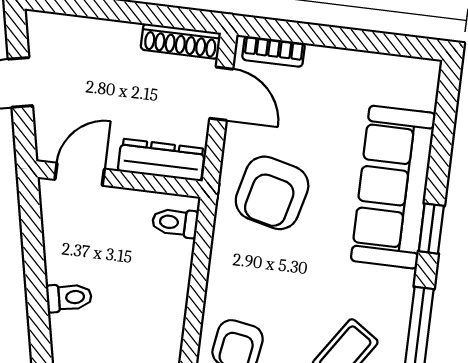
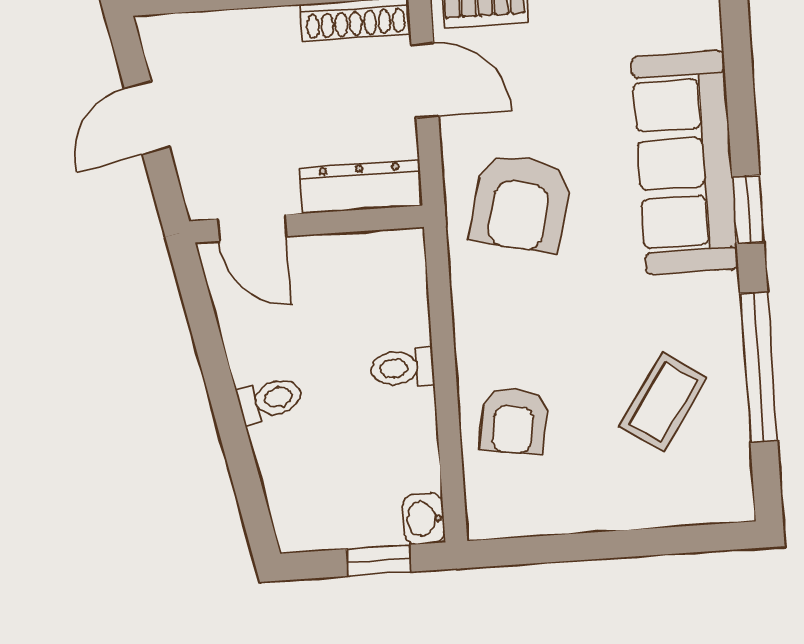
door: (80, 174) -> (252, 228), swing flipped
toilet: (175, 223) -> (402, 368), moved

